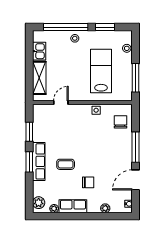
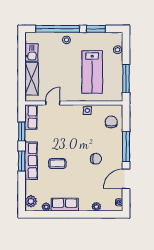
lab bench: (101, 71) -> (92, 72), turned 180
row of seats: (39, 117) -> (31, 117), added
chair: (88, 182) -> (96, 159), moved

